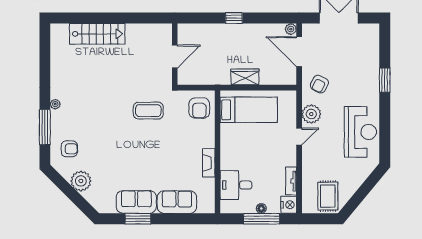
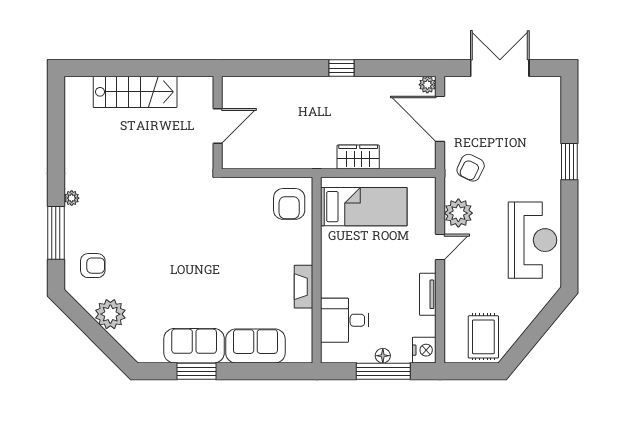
wall: (175, 54) -> (218, 123), moved
door: (175, 56) -> (218, 126), moved
coffee table: (148, 111) -> (212, 208), removed
tv unit: (291, 181) -> (428, 294), moved

